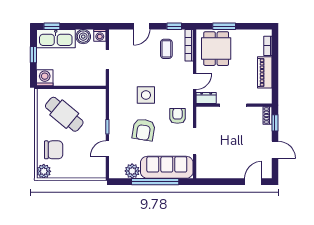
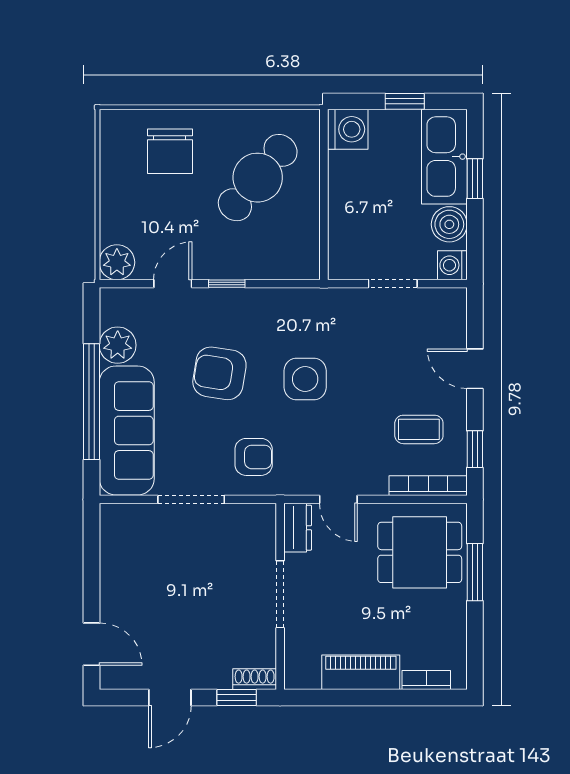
window: (52, 26) -> (475, 179), moved
door: (107, 149) -> (173, 284), hinge flipped
plant: (44, 171) -> (117, 262), moved

